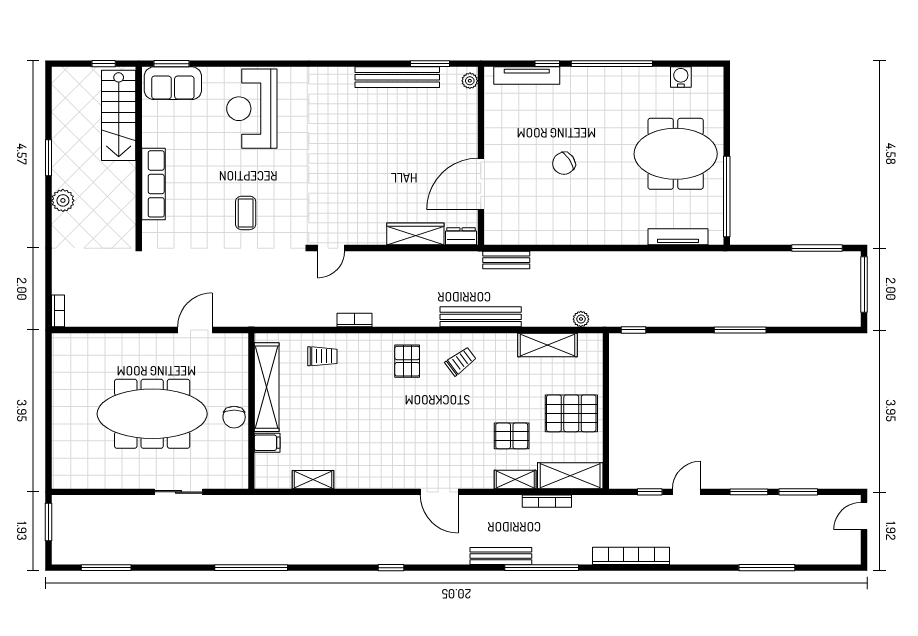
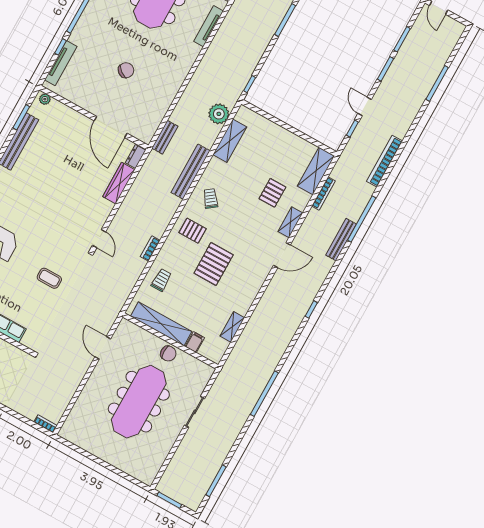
chair: (564, 163) -> (126, 70), turned -110
plant: (581, 319) -> (219, 114), width x1.88, depth x1.88
pallet: (571, 413) -> (214, 264), moved
shelving: (515, 479) -> (290, 222), moved

